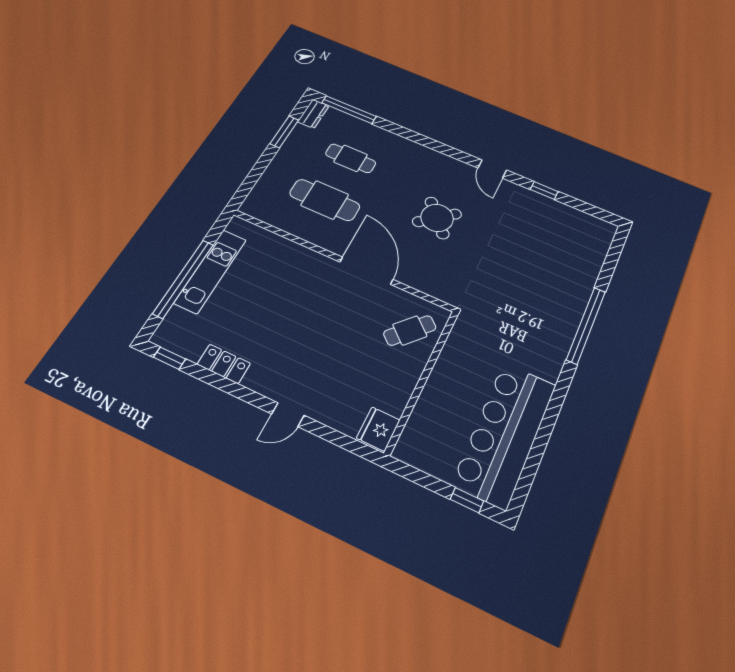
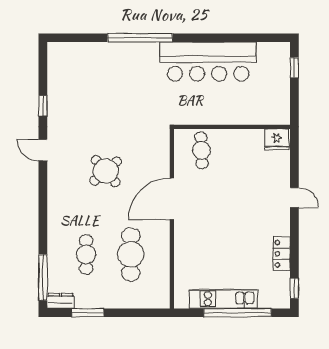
door: (492, 169) -> (43, 150), swing flipped
cafe table: (410, 330) -> (201, 150), turned 45
bar counter: (505, 434) -> (208, 62), moved

